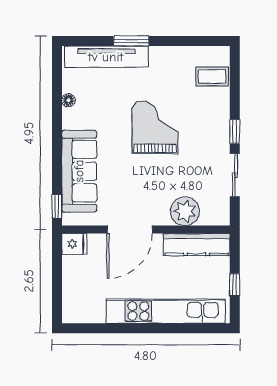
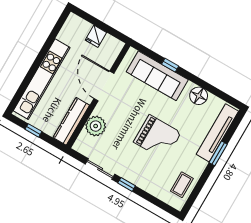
coffee table: (212, 77) -> (182, 185), moved
floor lamp: (68, 100) -> (199, 96), width x1.89, depth x1.89
window: (57, 206) -> (170, 65), moved
fridge: (74, 244) -> (96, 36), moved

